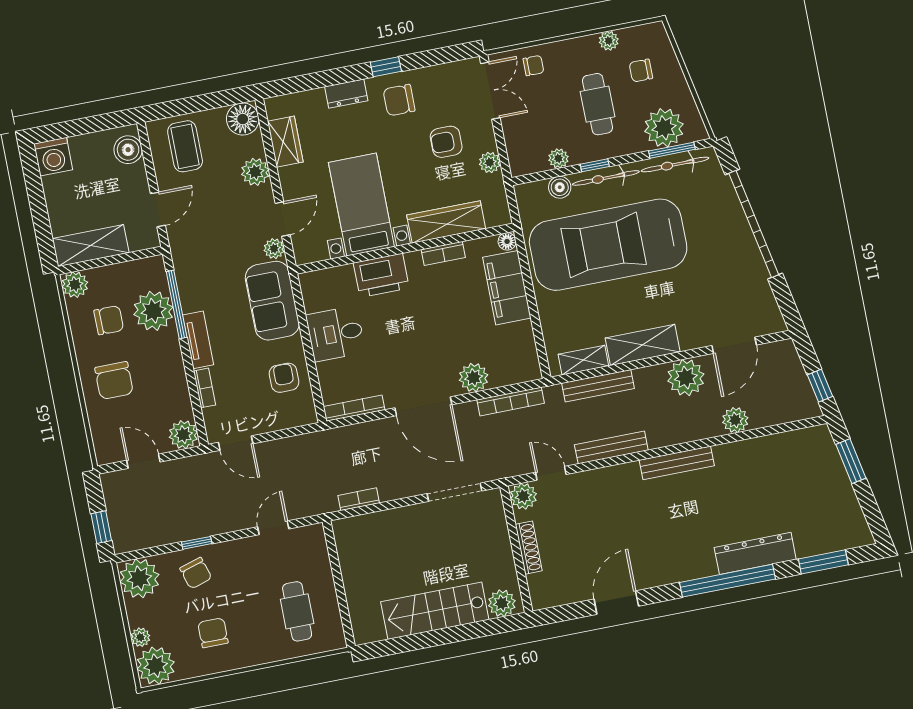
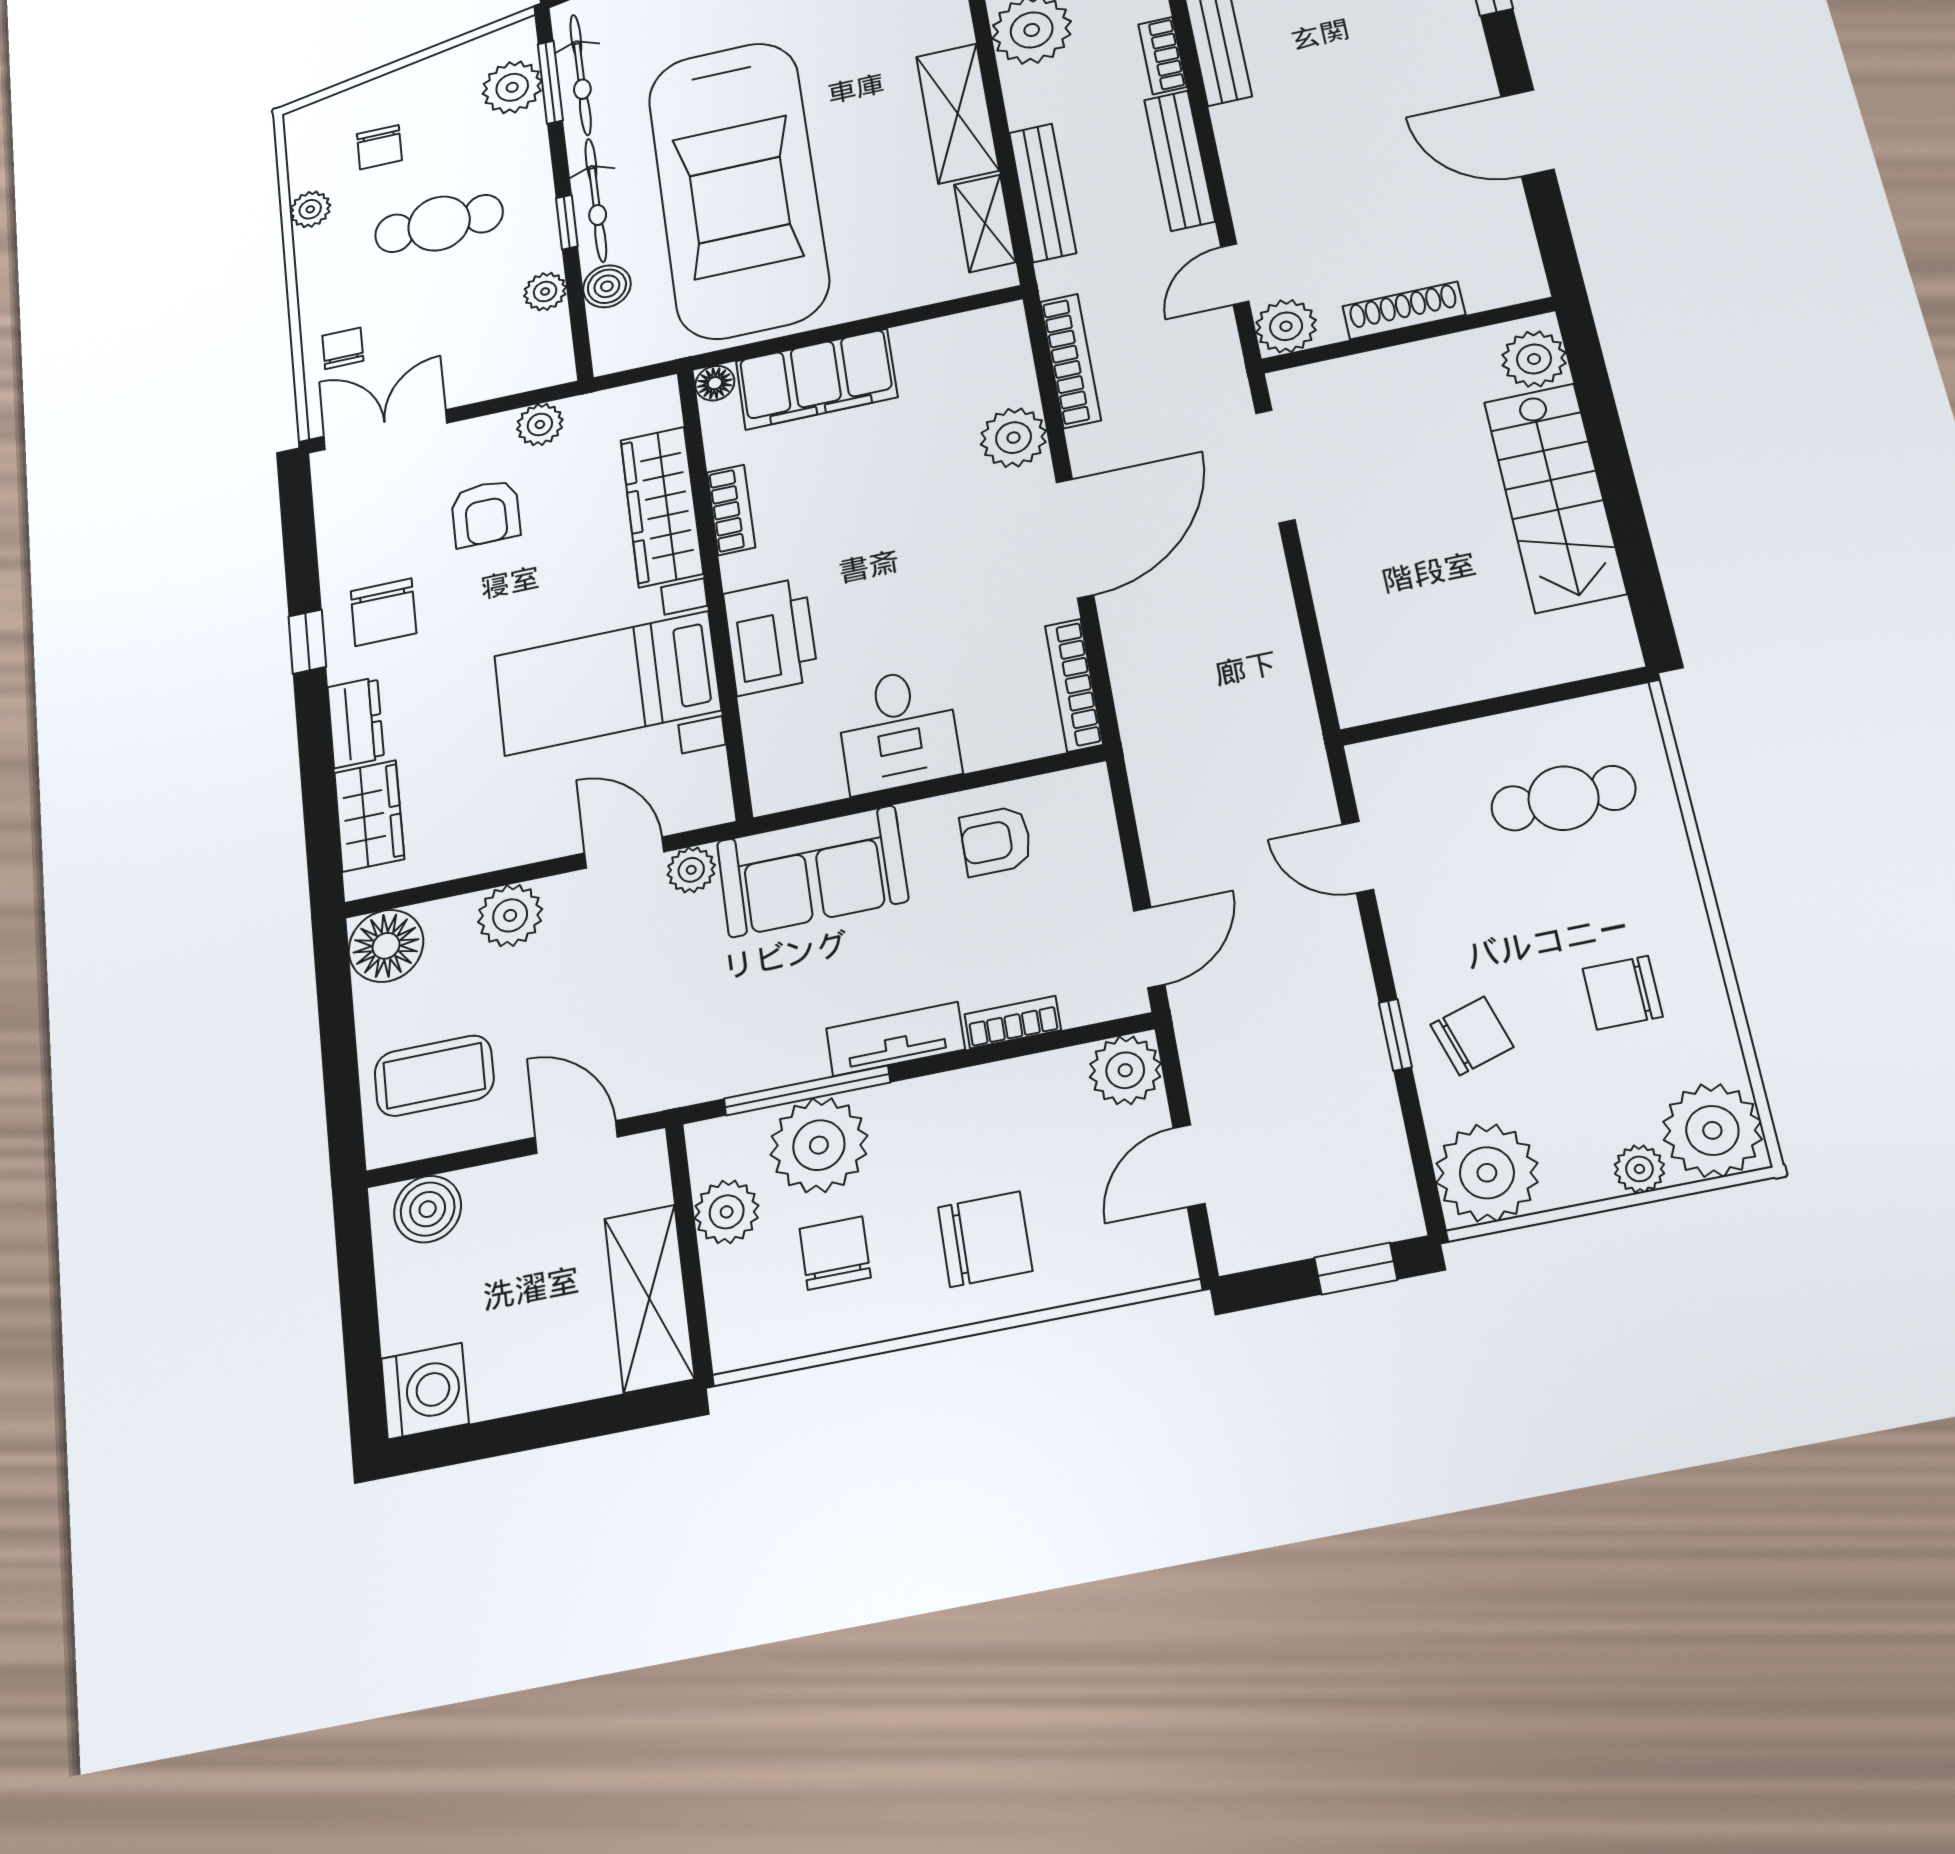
plant: (664, 128) -> (512, 87), width x0.73, depth x0.73
wardrobe: (285, 142) -> (369, 816), moved, turned 90
plant: (75, 285) -> (727, 1212), moved
bookcase: (359, 499) -> (1162, 56), moved

